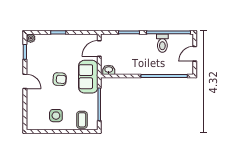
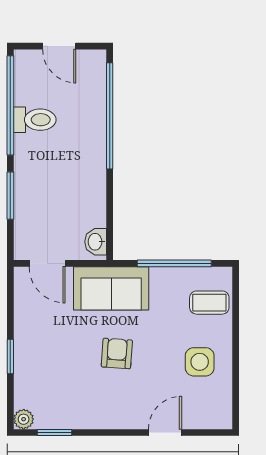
door: (25, 81) -> (165, 432), moved

